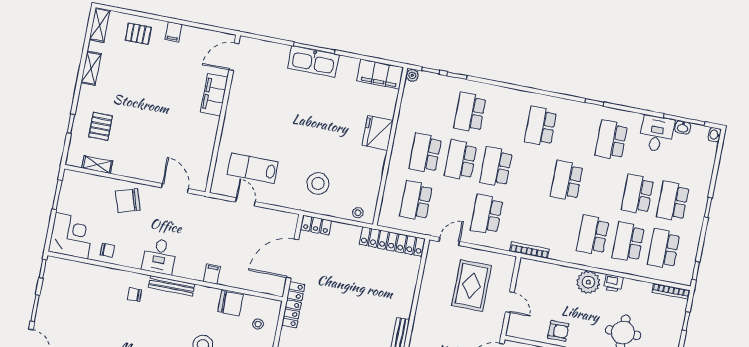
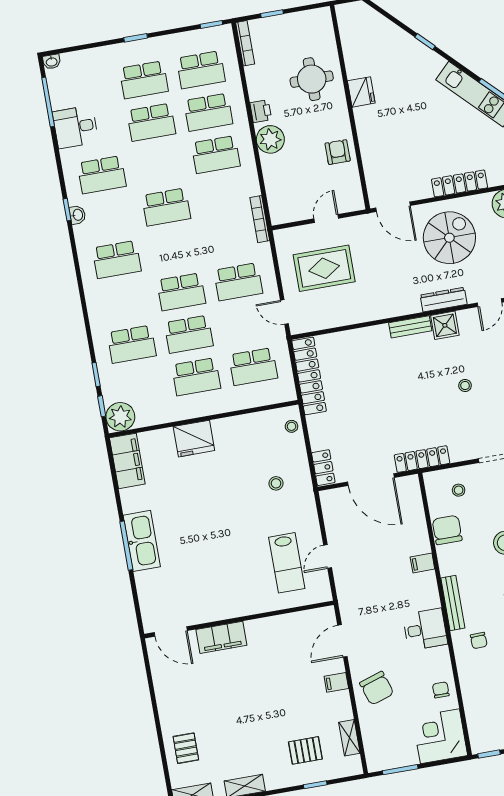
filing cabinet: (173, 32) -> (336, 682), moved, turned 180
plant: (412, 75) -> (120, 417), width x1.87, depth x1.87
washbasin: (683, 128) -> (77, 215), moved
stool: (318, 183) -> (276, 483), width x0.53, depth x0.53

